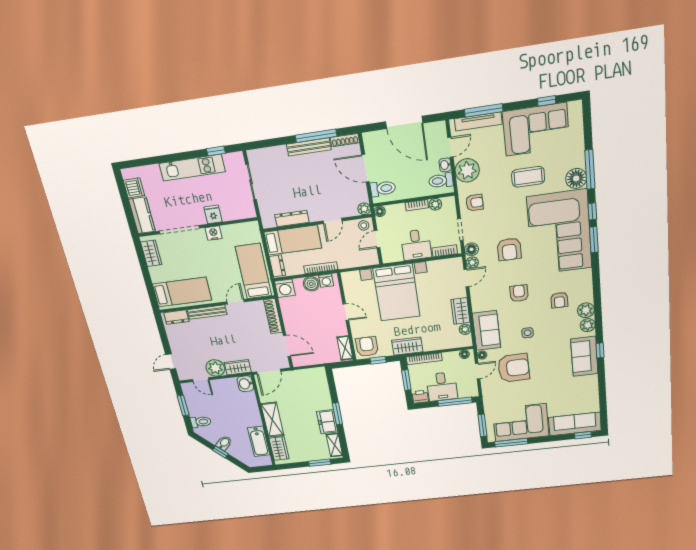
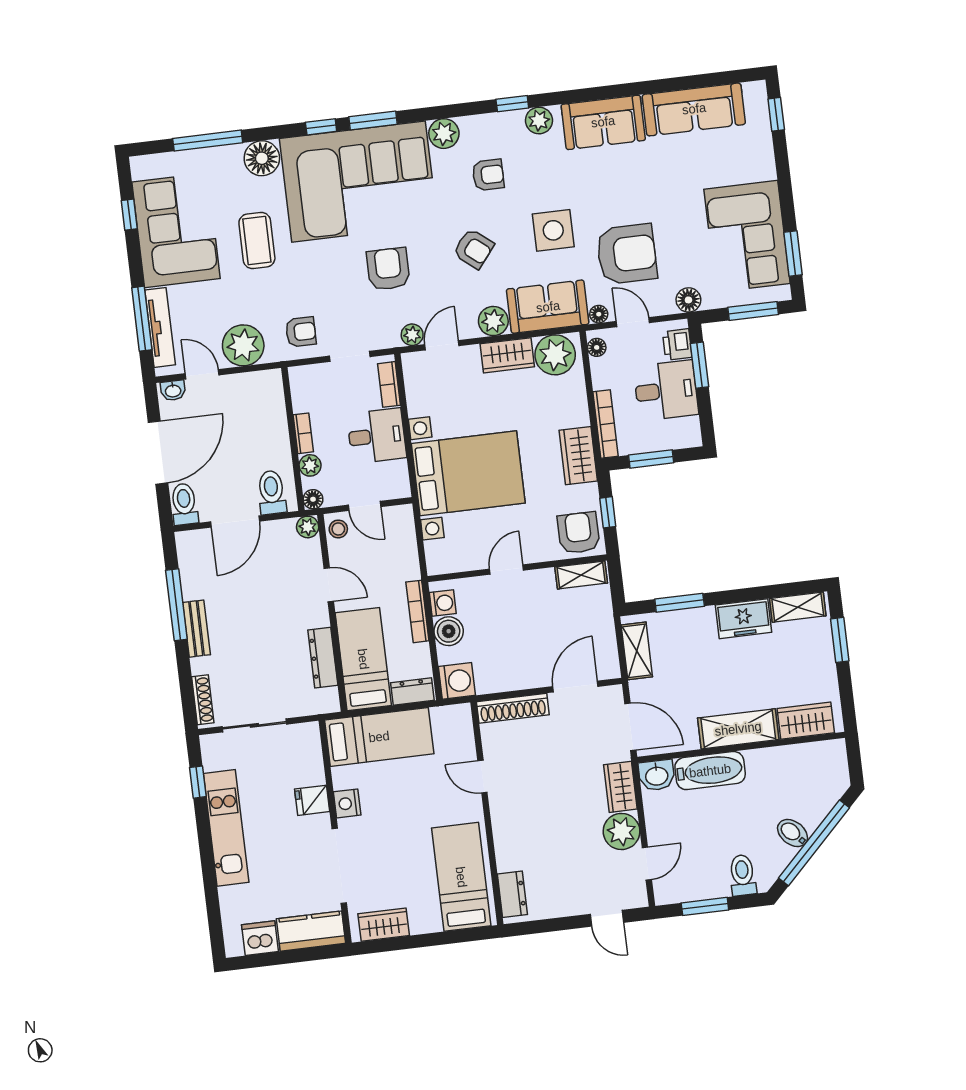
shoe rack: (345, 140) -> (203, 700), moved
bench: (309, 147) -> (196, 629), width x0.73
washbasin: (445, 165) -> (173, 390), moved
window: (590, 169) -> (208, 141), moved
toilet: (441, 181) -> (184, 504), moved, turned 180
armchair: (475, 203) -> (301, 332), turned 90
plant: (435, 204) -> (310, 465), moved
floor lamp: (471, 249) -> (688, 300), moved
armchair: (509, 249) -> (388, 269), turned -90
bed: (253, 271) -> (379, 737), moved, turned 180
door: (466, 278) -> (442, 345), hinge flipped
armchair: (519, 293) -> (474, 249), turned -141
plant: (479, 304) -> (493, 321), added
plant: (586, 310) -> (444, 134), moved
bench: (207, 312) -> (503, 834), removed
plant: (465, 329) -> (555, 355), width x1.88, depth x1.88
side table: (528, 333) -> (553, 230), width x1.87, depth x1.87
armchair: (367, 347) -> (579, 533), turned 90
window: (600, 350) -> (512, 104), moved
armchair: (514, 368) -> (627, 254), turned 91
shelving: (308, 374) -> (637, 651), added
printer: (420, 397) -> (677, 344), moved
window: (455, 402) -> (700, 365), width x0.69
window: (337, 414) -> (680, 603), moved
sofa: (575, 424) -> (694, 109), moved, turned -90
bathtub: (259, 441) -> (710, 771), moved
window: (511, 443) -> (793, 254), width x0.69
window: (220, 452) -> (814, 843), width x3.17

